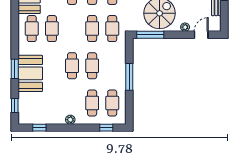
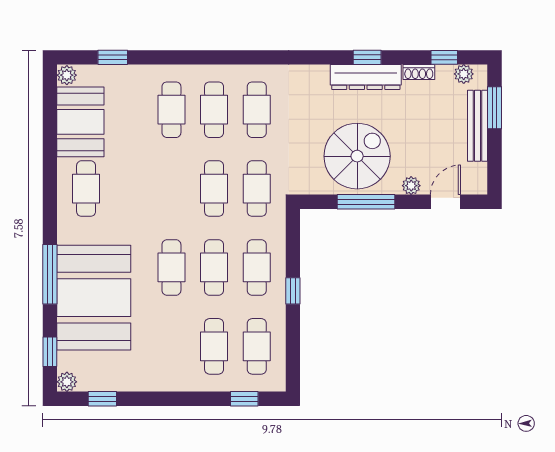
cafe table: (52, 29) -> (257, 267), moved
window: (150, 35) -> (366, 202), moved
window: (15, 69) -> (50, 274), width x1.44
booth: (30, 73) -> (94, 298), width x1.36, depth x1.42
window: (129, 77) -> (293, 291), width x0.46
plant: (70, 120) -> (67, 382), moved

